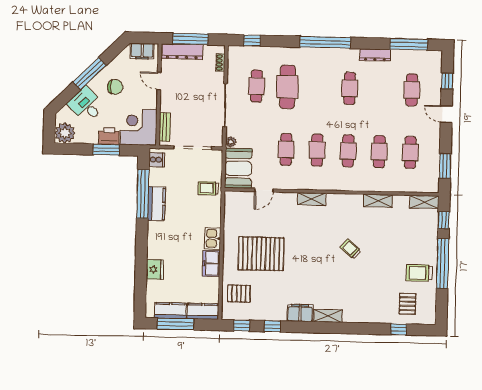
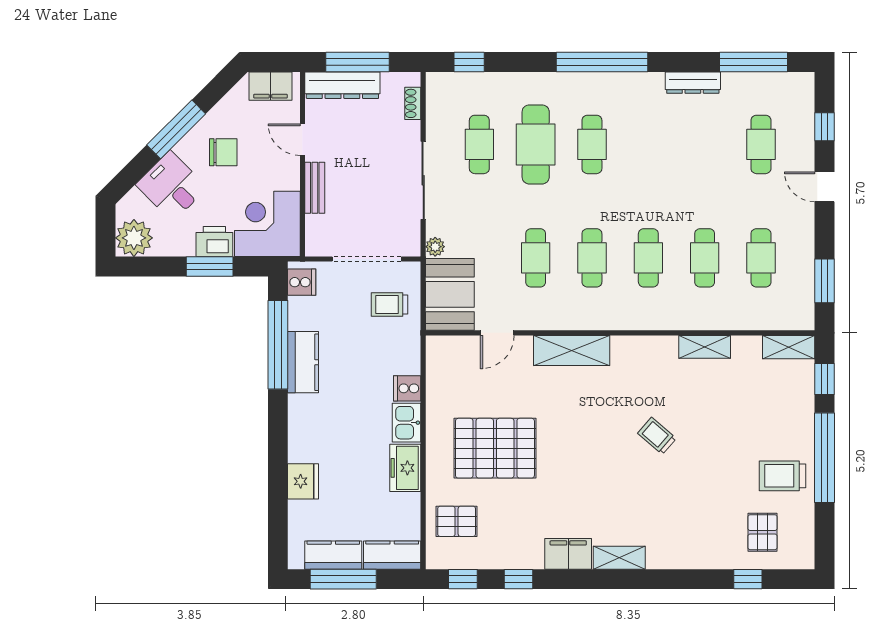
cafe table: (350, 88) -> (592, 144), moved
bench: (165, 127) -> (315, 188), moved
trolley: (208, 188) -> (390, 304), moved
shelving: (312, 199) -> (572, 351), width x1.50, depth x1.33
cooker: (213, 220) -> (407, 388), added

